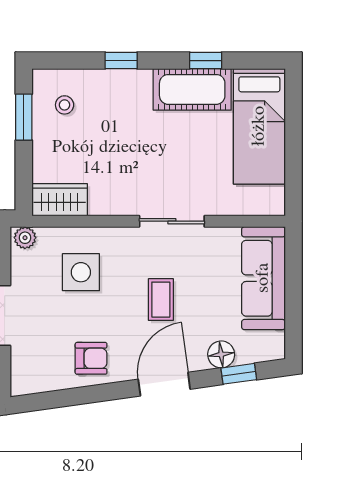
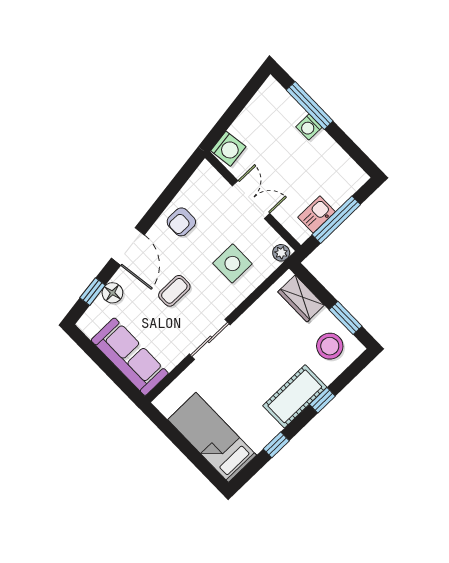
cot: (192, 89) -> (295, 396), moved
stool: (65, 105) -> (330, 346), width x1.89, depth x1.89
wardrobe: (60, 200) -> (301, 299), moved, turned 90
coffee table: (161, 300) -> (174, 291), turned 90

